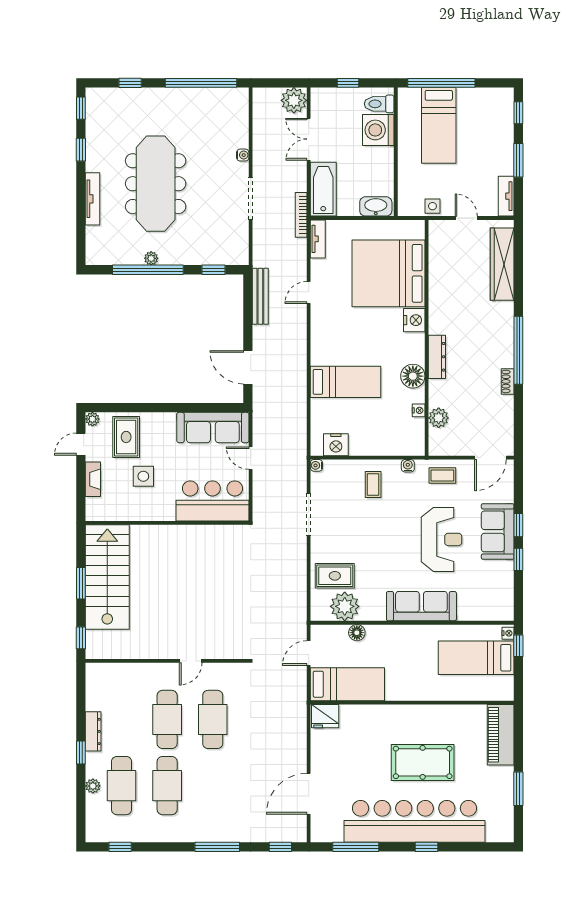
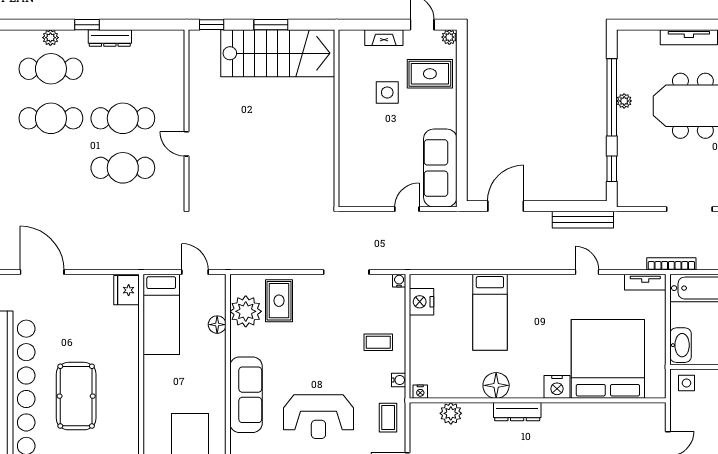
side table: (432, 206) -> (687, 383), moved
nightstand: (419, 410) -> (420, 392), moved
bar counter: (212, 501) -> (360, 168), removed

